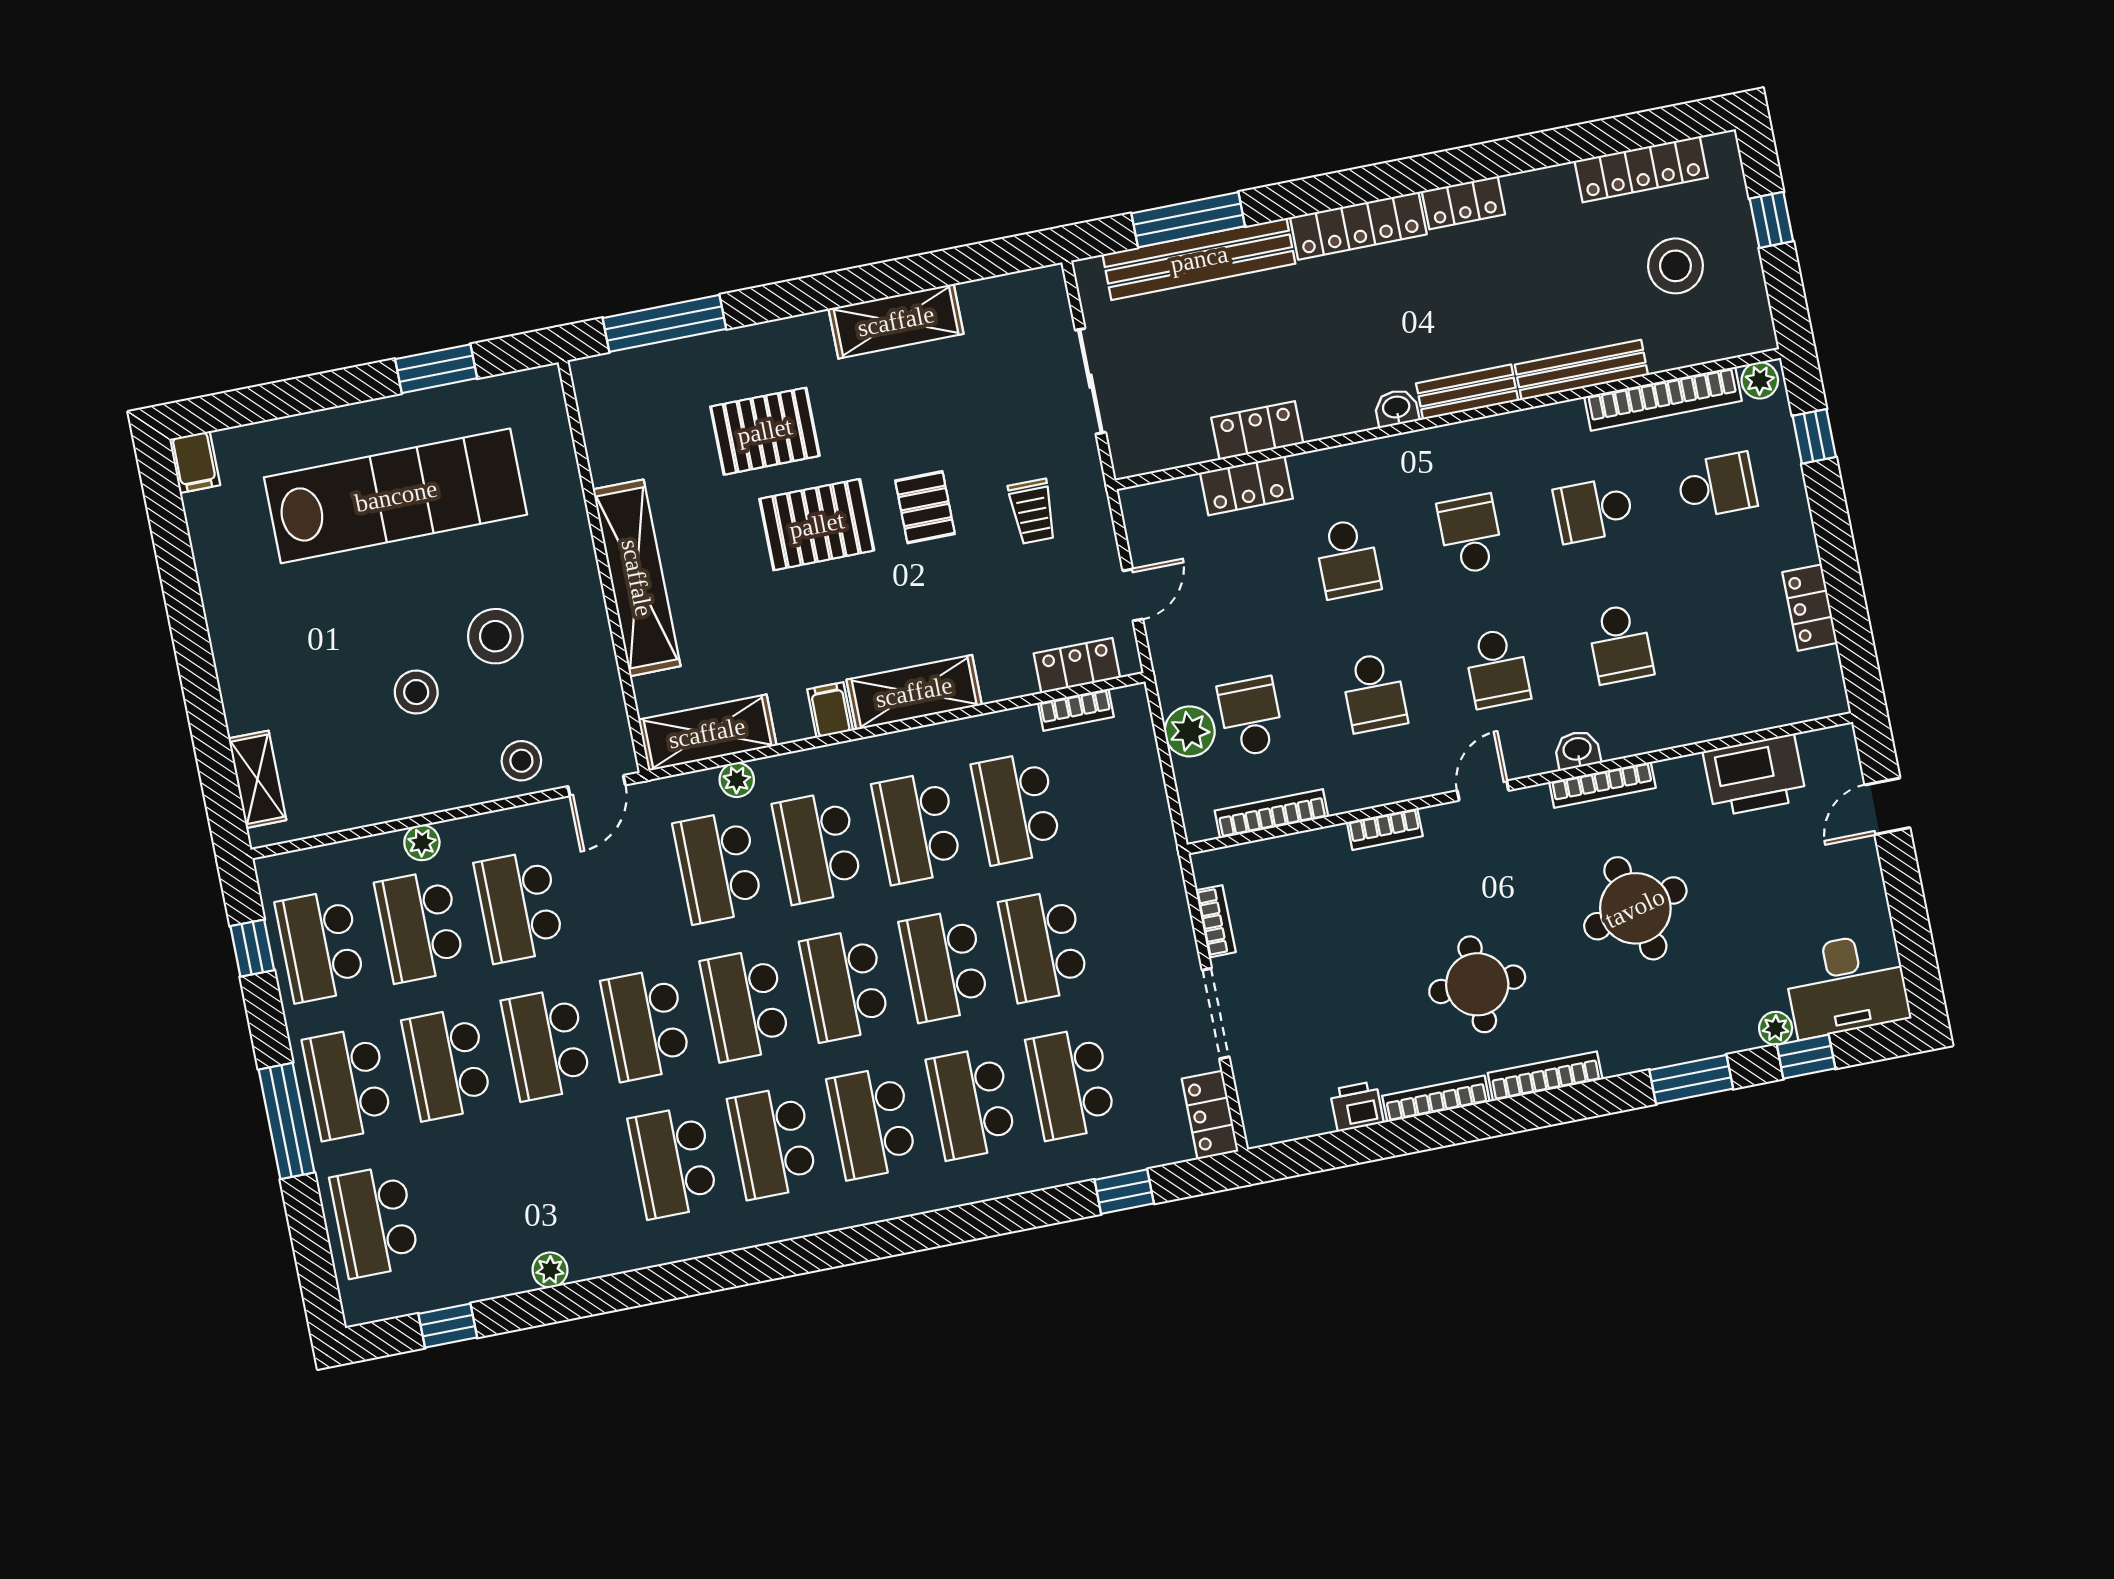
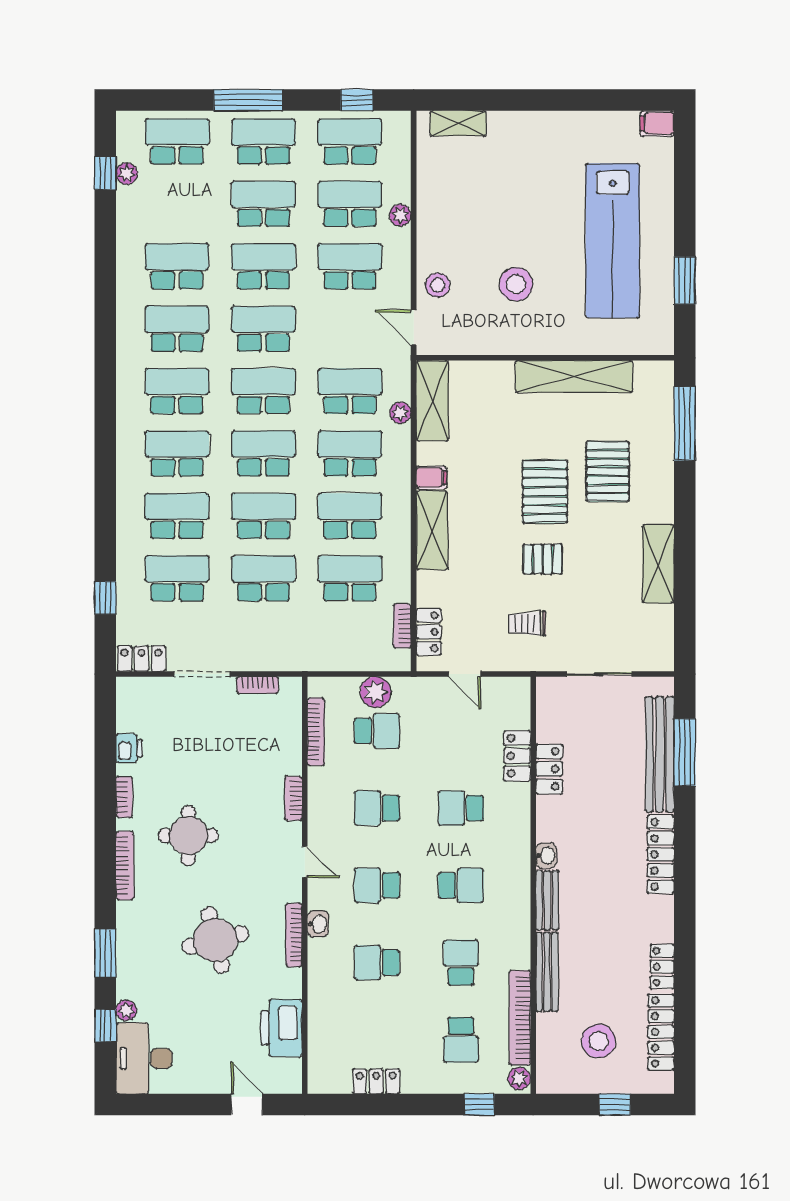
locker: (1463, 203) -> (662, 967), moved
shelving: (637, 578) -> (574, 376), moved
stool: (416, 692) -> (492, 230), removed
bookcase: (1436, 1099) -> (124, 797), width x0.64
school desk: (574, 1182) -> (177, 266), added
plant: (550, 1270) -> (127, 174), moved

